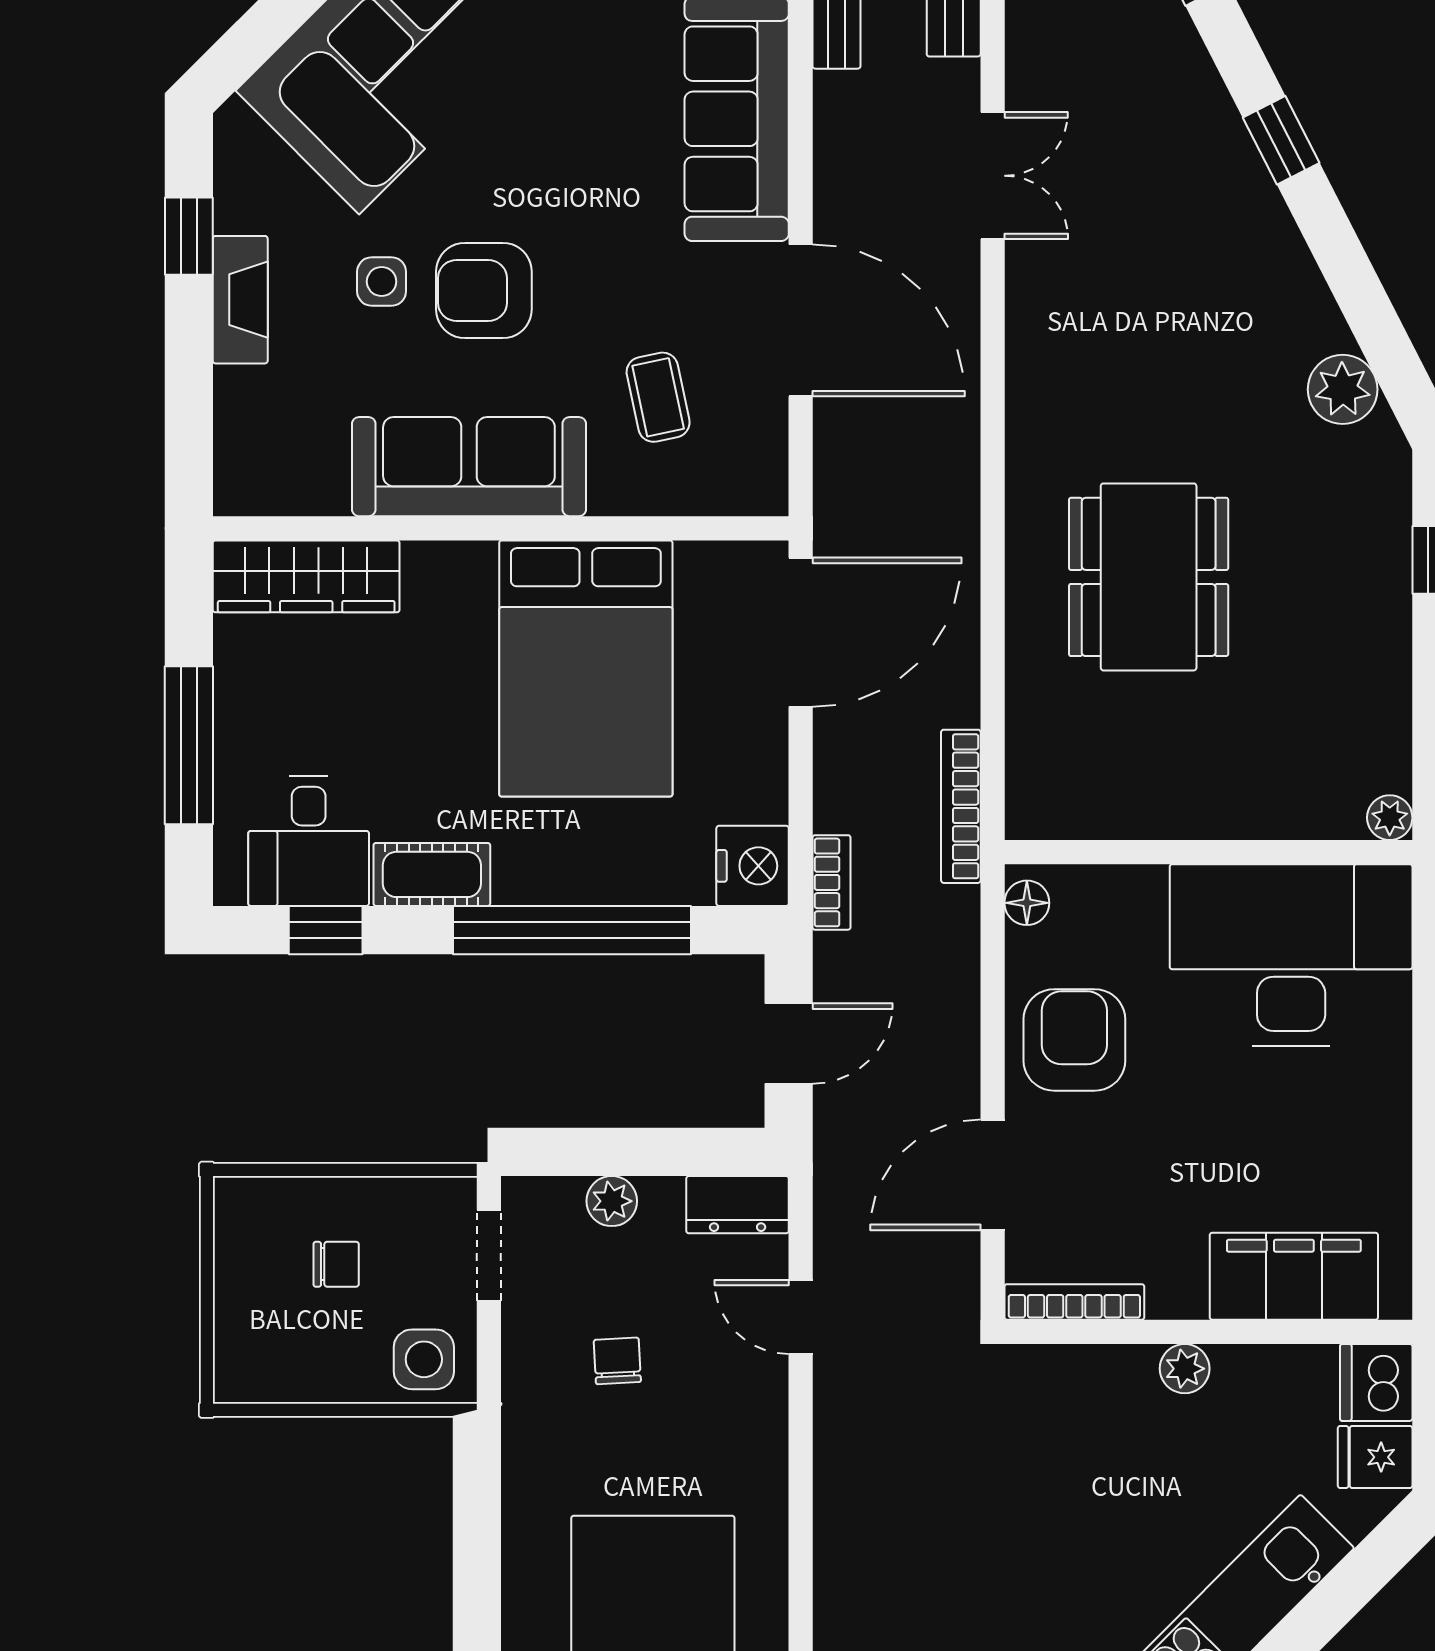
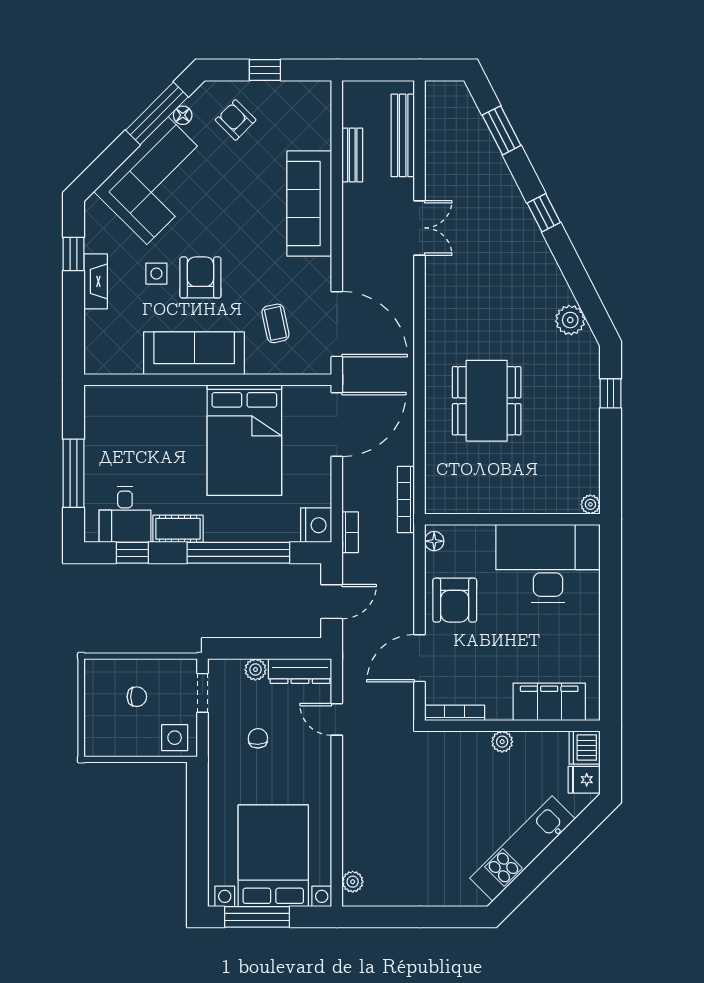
armchair: (484, 290) -> (200, 277), turned 90
door: (801, 320) -> (337, 324), moved
wardrobe: (306, 576) -> (124, 401), removed
armchair: (1074, 1040) -> (455, 600), turned 180
dresser: (738, 1205) -> (300, 671), width x1.44

